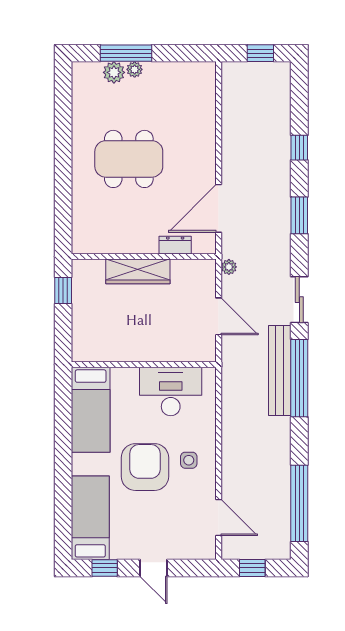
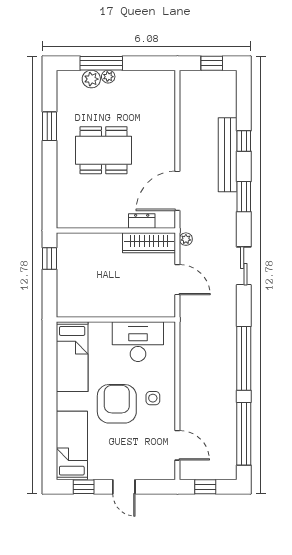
window: (63, 130) -> (49, 126), added
wardrobe: (138, 271) -> (149, 243), moved
bench: (280, 370) -> (228, 155), moved
window: (299, 378) -> (244, 358), moved

